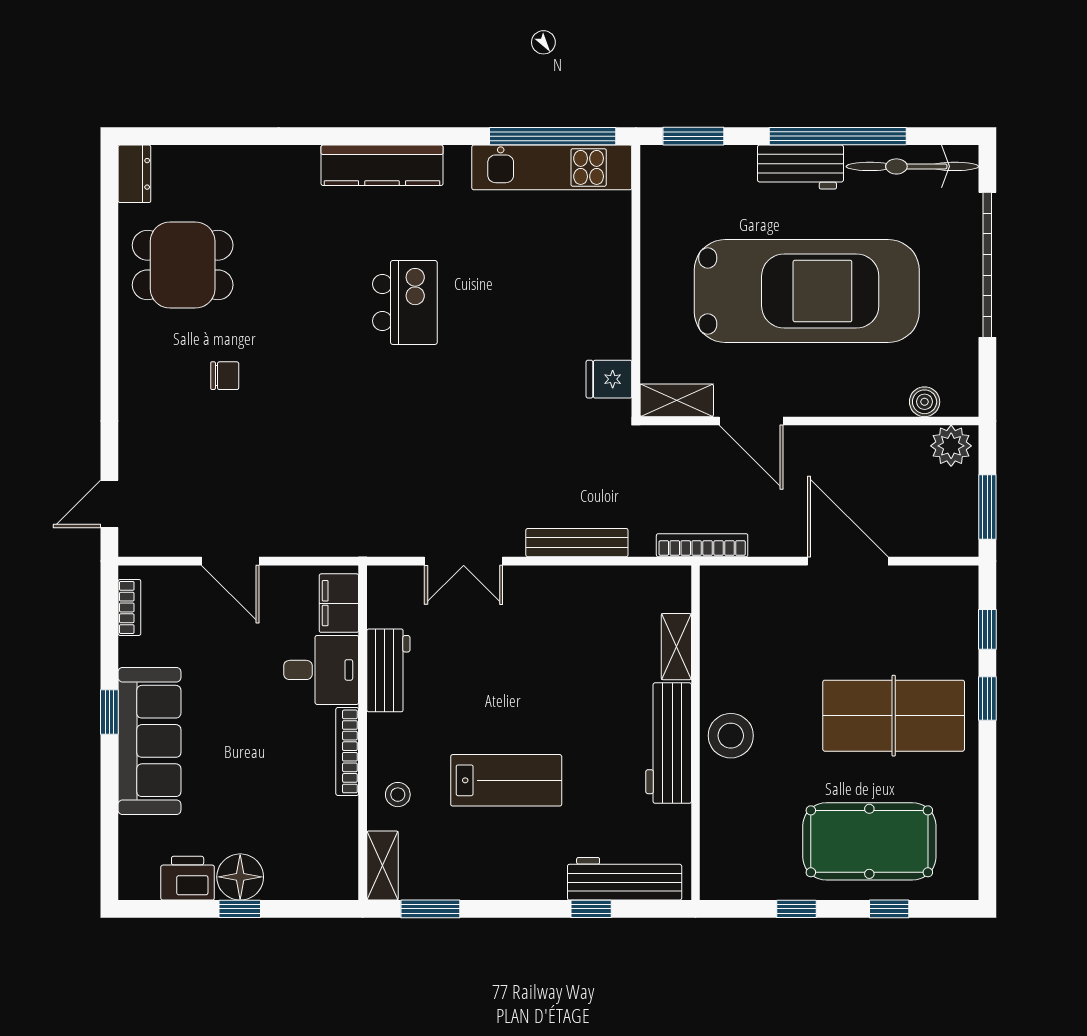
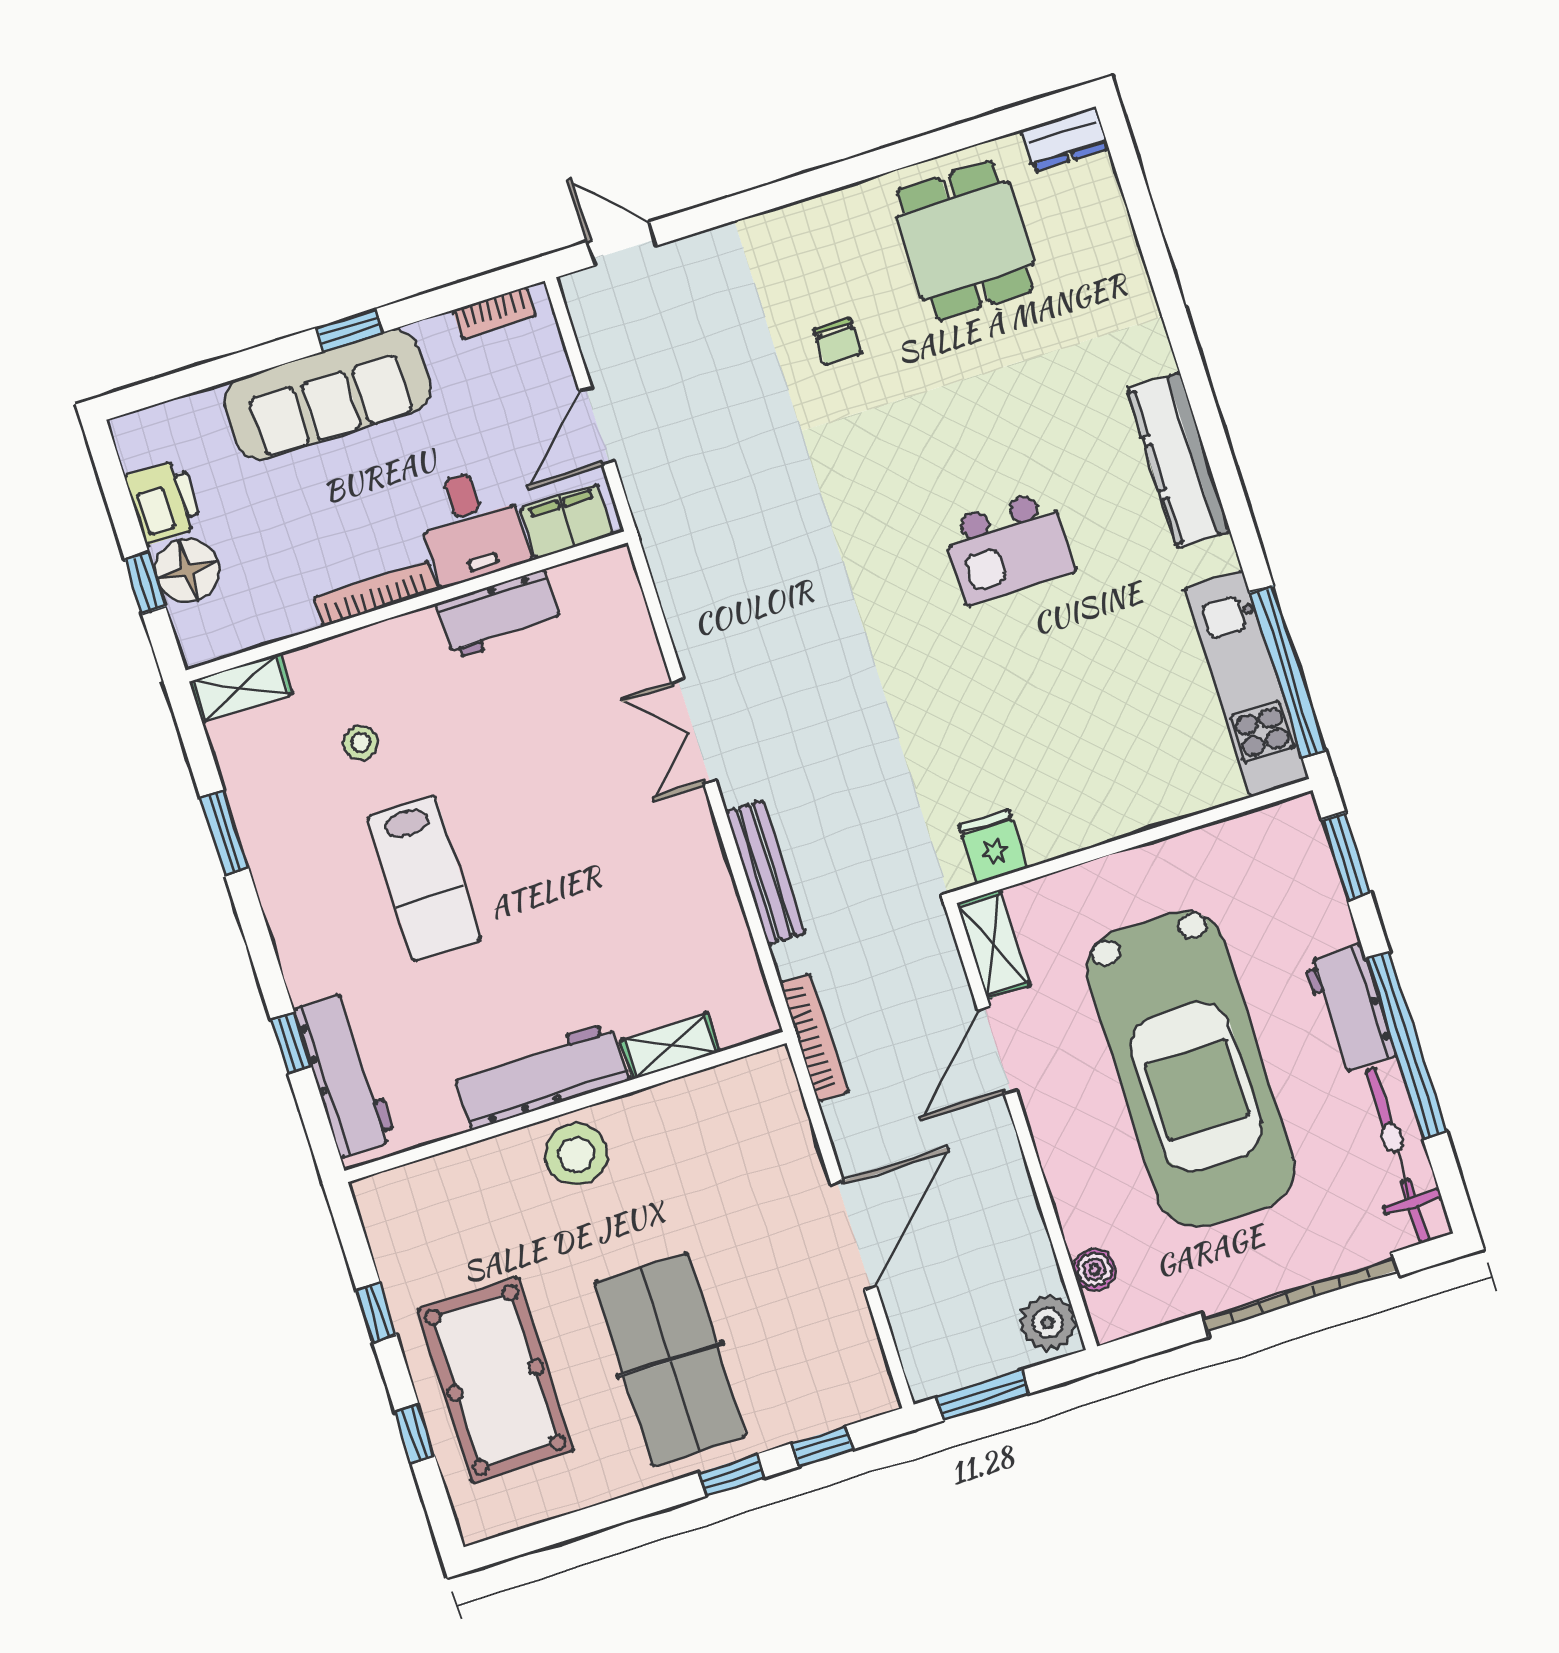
filing cabinet: (339, 603) -> (567, 521), moved
desk: (321, 670) -> (472, 526), moved
workbench: (388, 670) -> (499, 614), moved
wall: (363, 733) -> (407, 607), moved
bookcase: (347, 751) -> (376, 594), moved
shelving: (382, 866) -> (241, 688), moved

